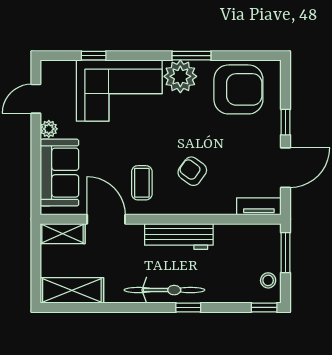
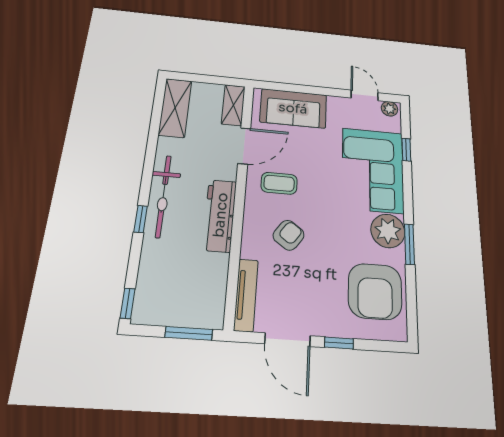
plant: (49, 129) -> (389, 109), moved
tv unit: (259, 206) -> (246, 295), width x1.41
stool: (268, 280) -> (159, 310), removed

